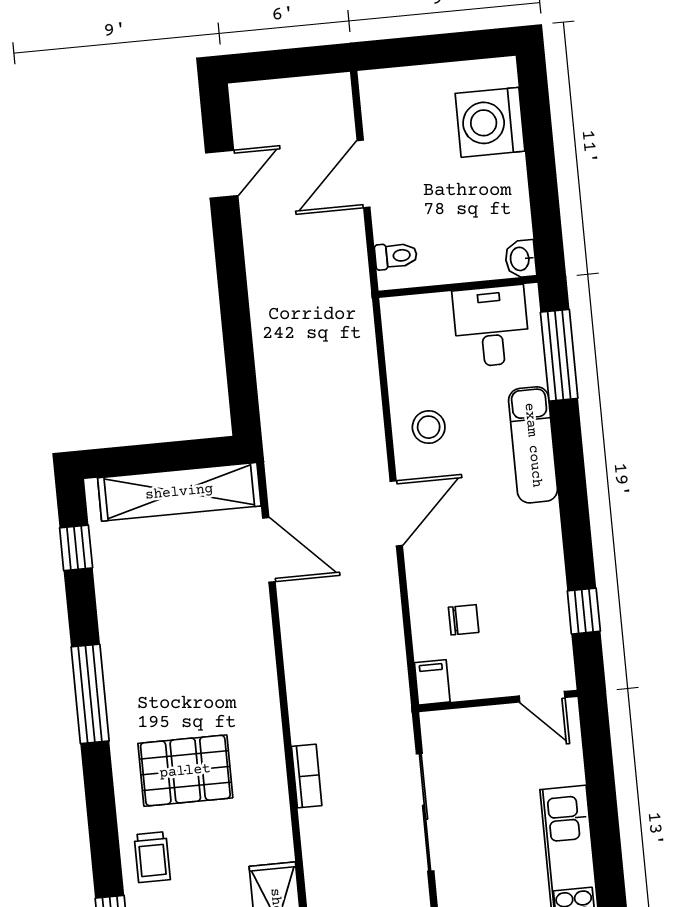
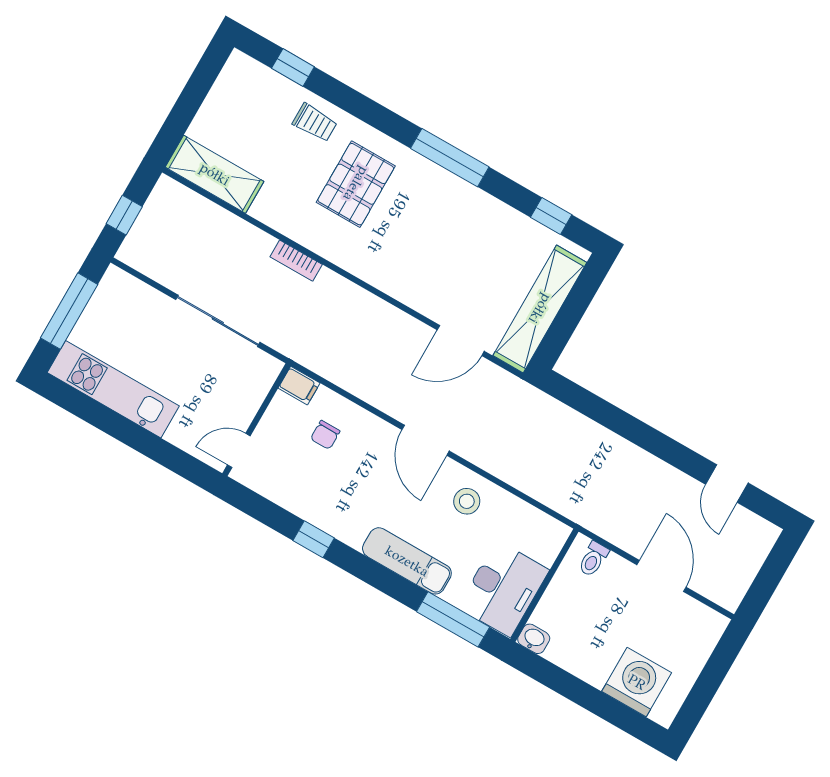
desk: (491, 326) -> (503, 589), width x1.37
window: (584, 611) -> (314, 539), moved
trolley: (152, 857) -> (315, 123), turned 180

